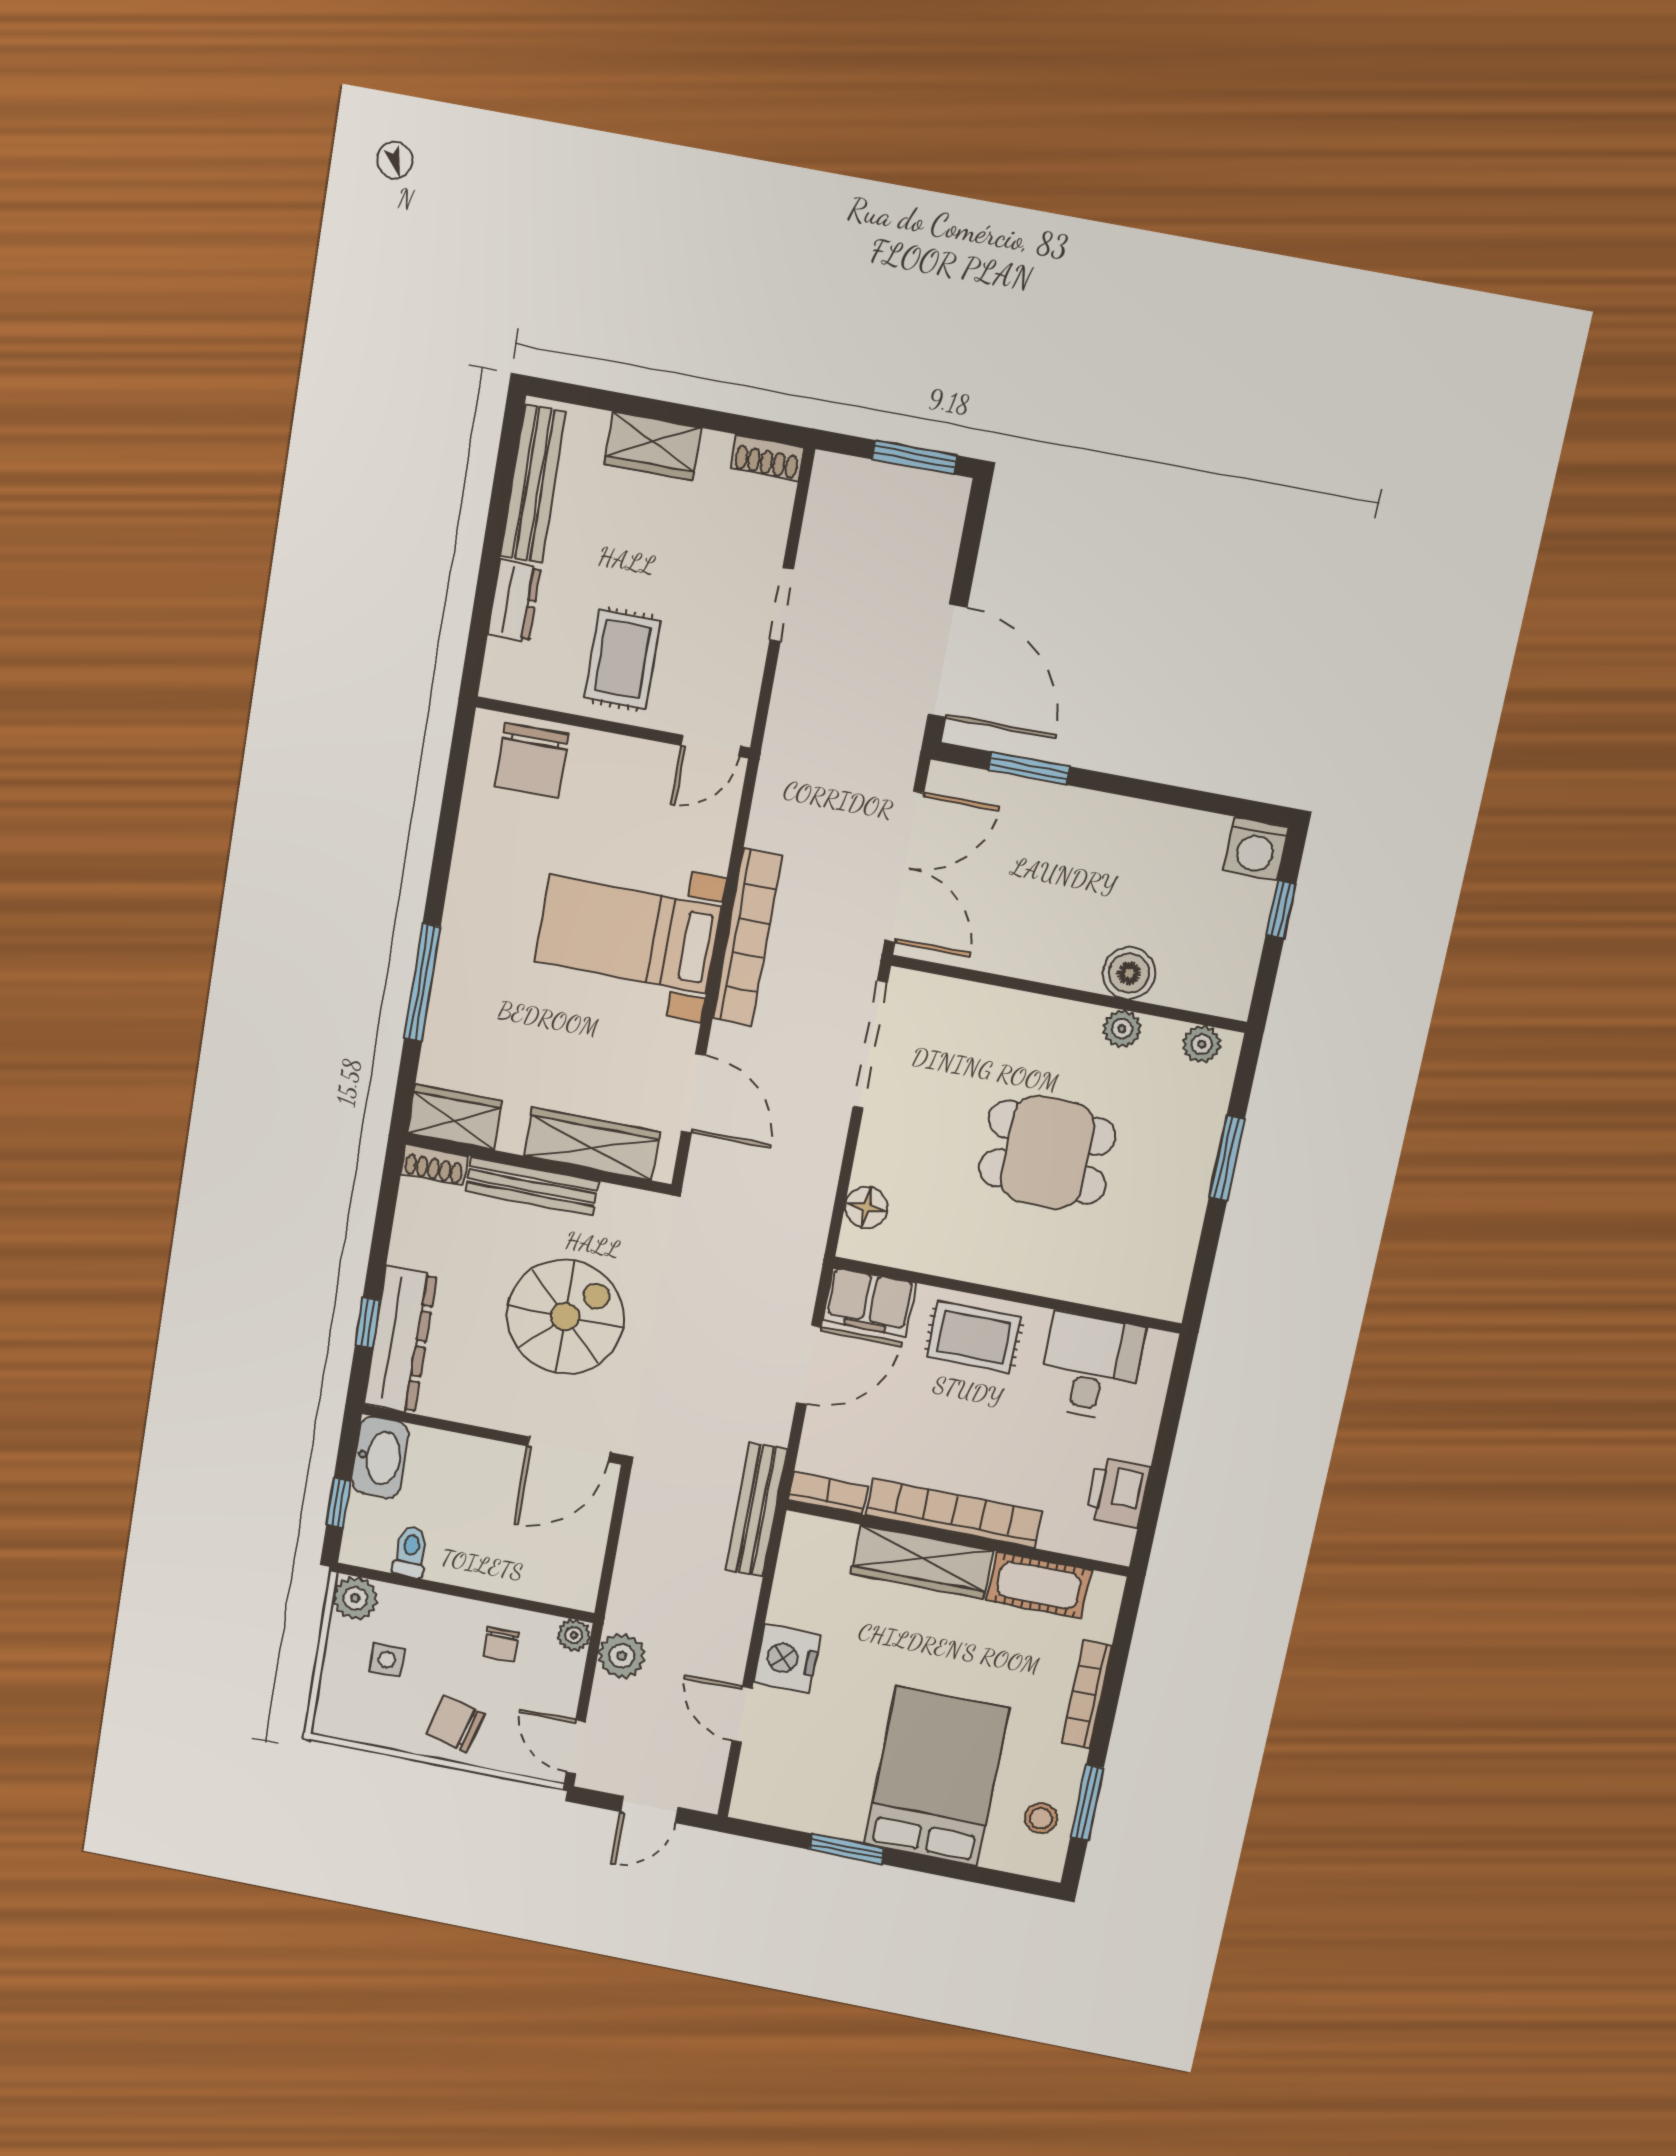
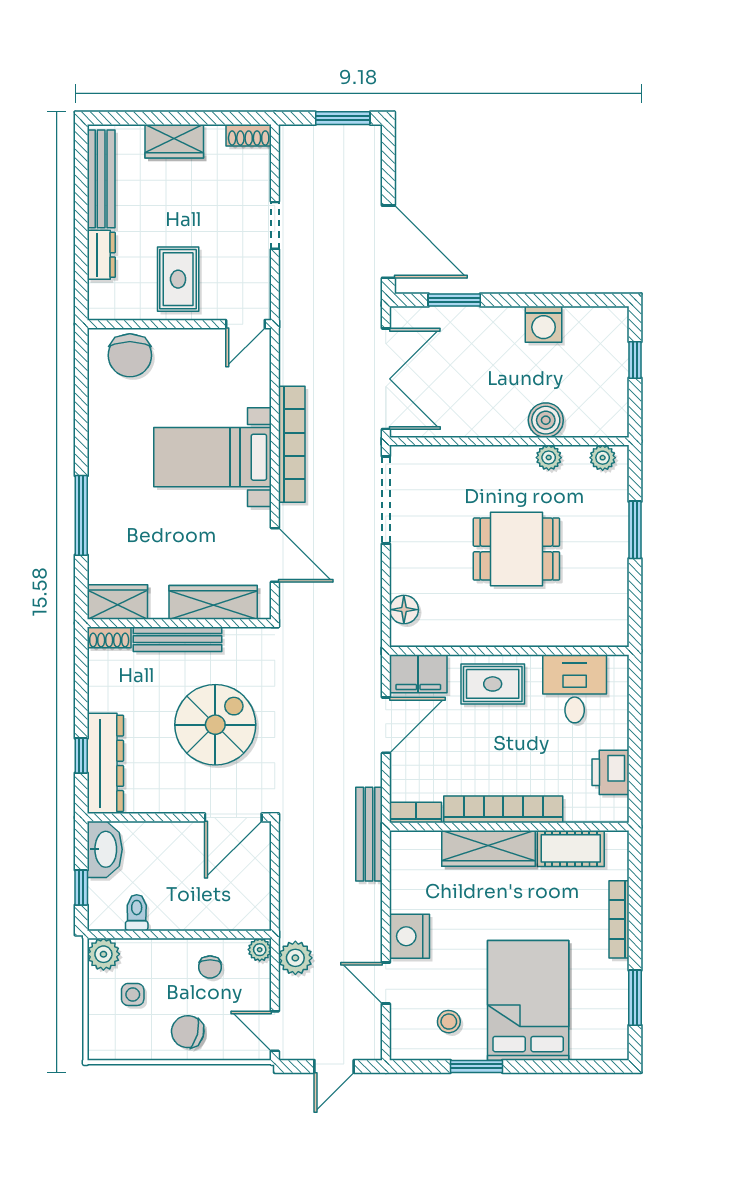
washing machine: (1256, 849) -> (544, 324), moved
stool: (1041, 1818) -> (449, 1022), moved

